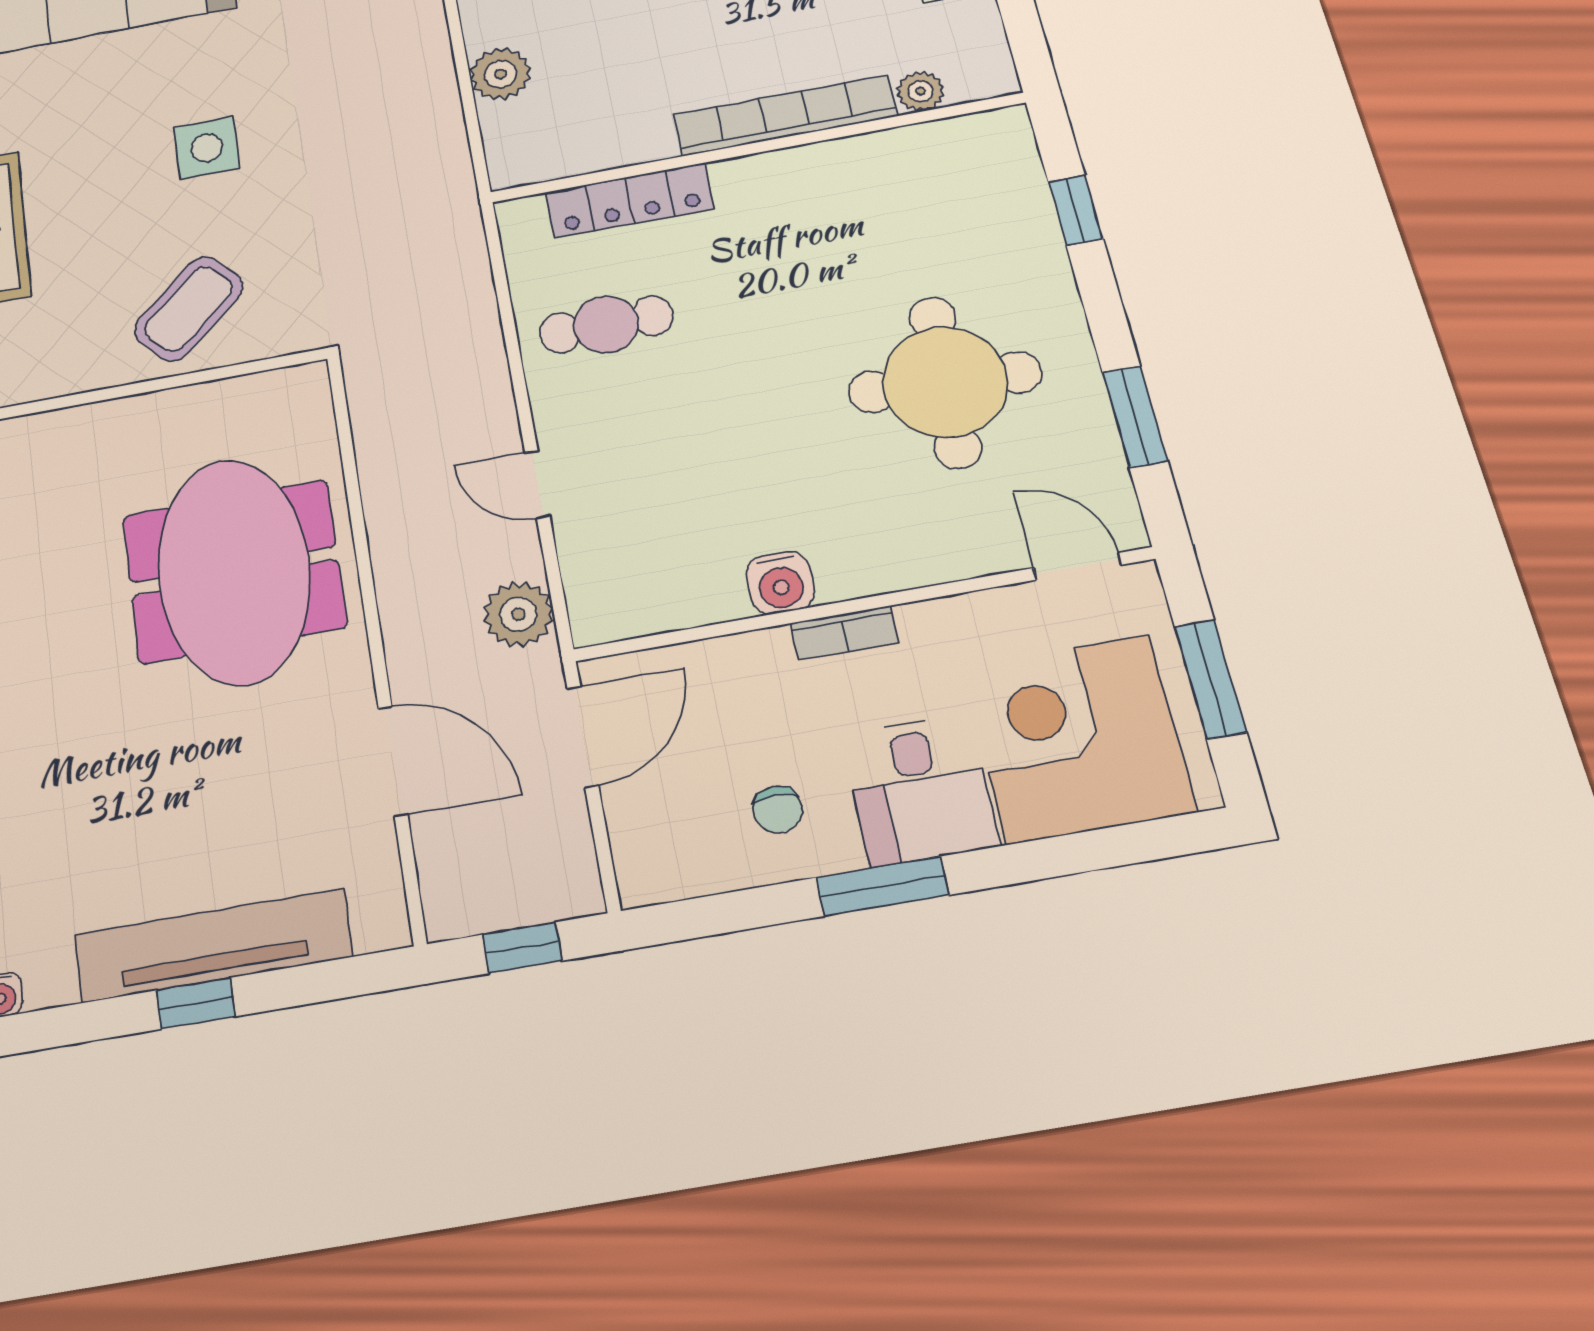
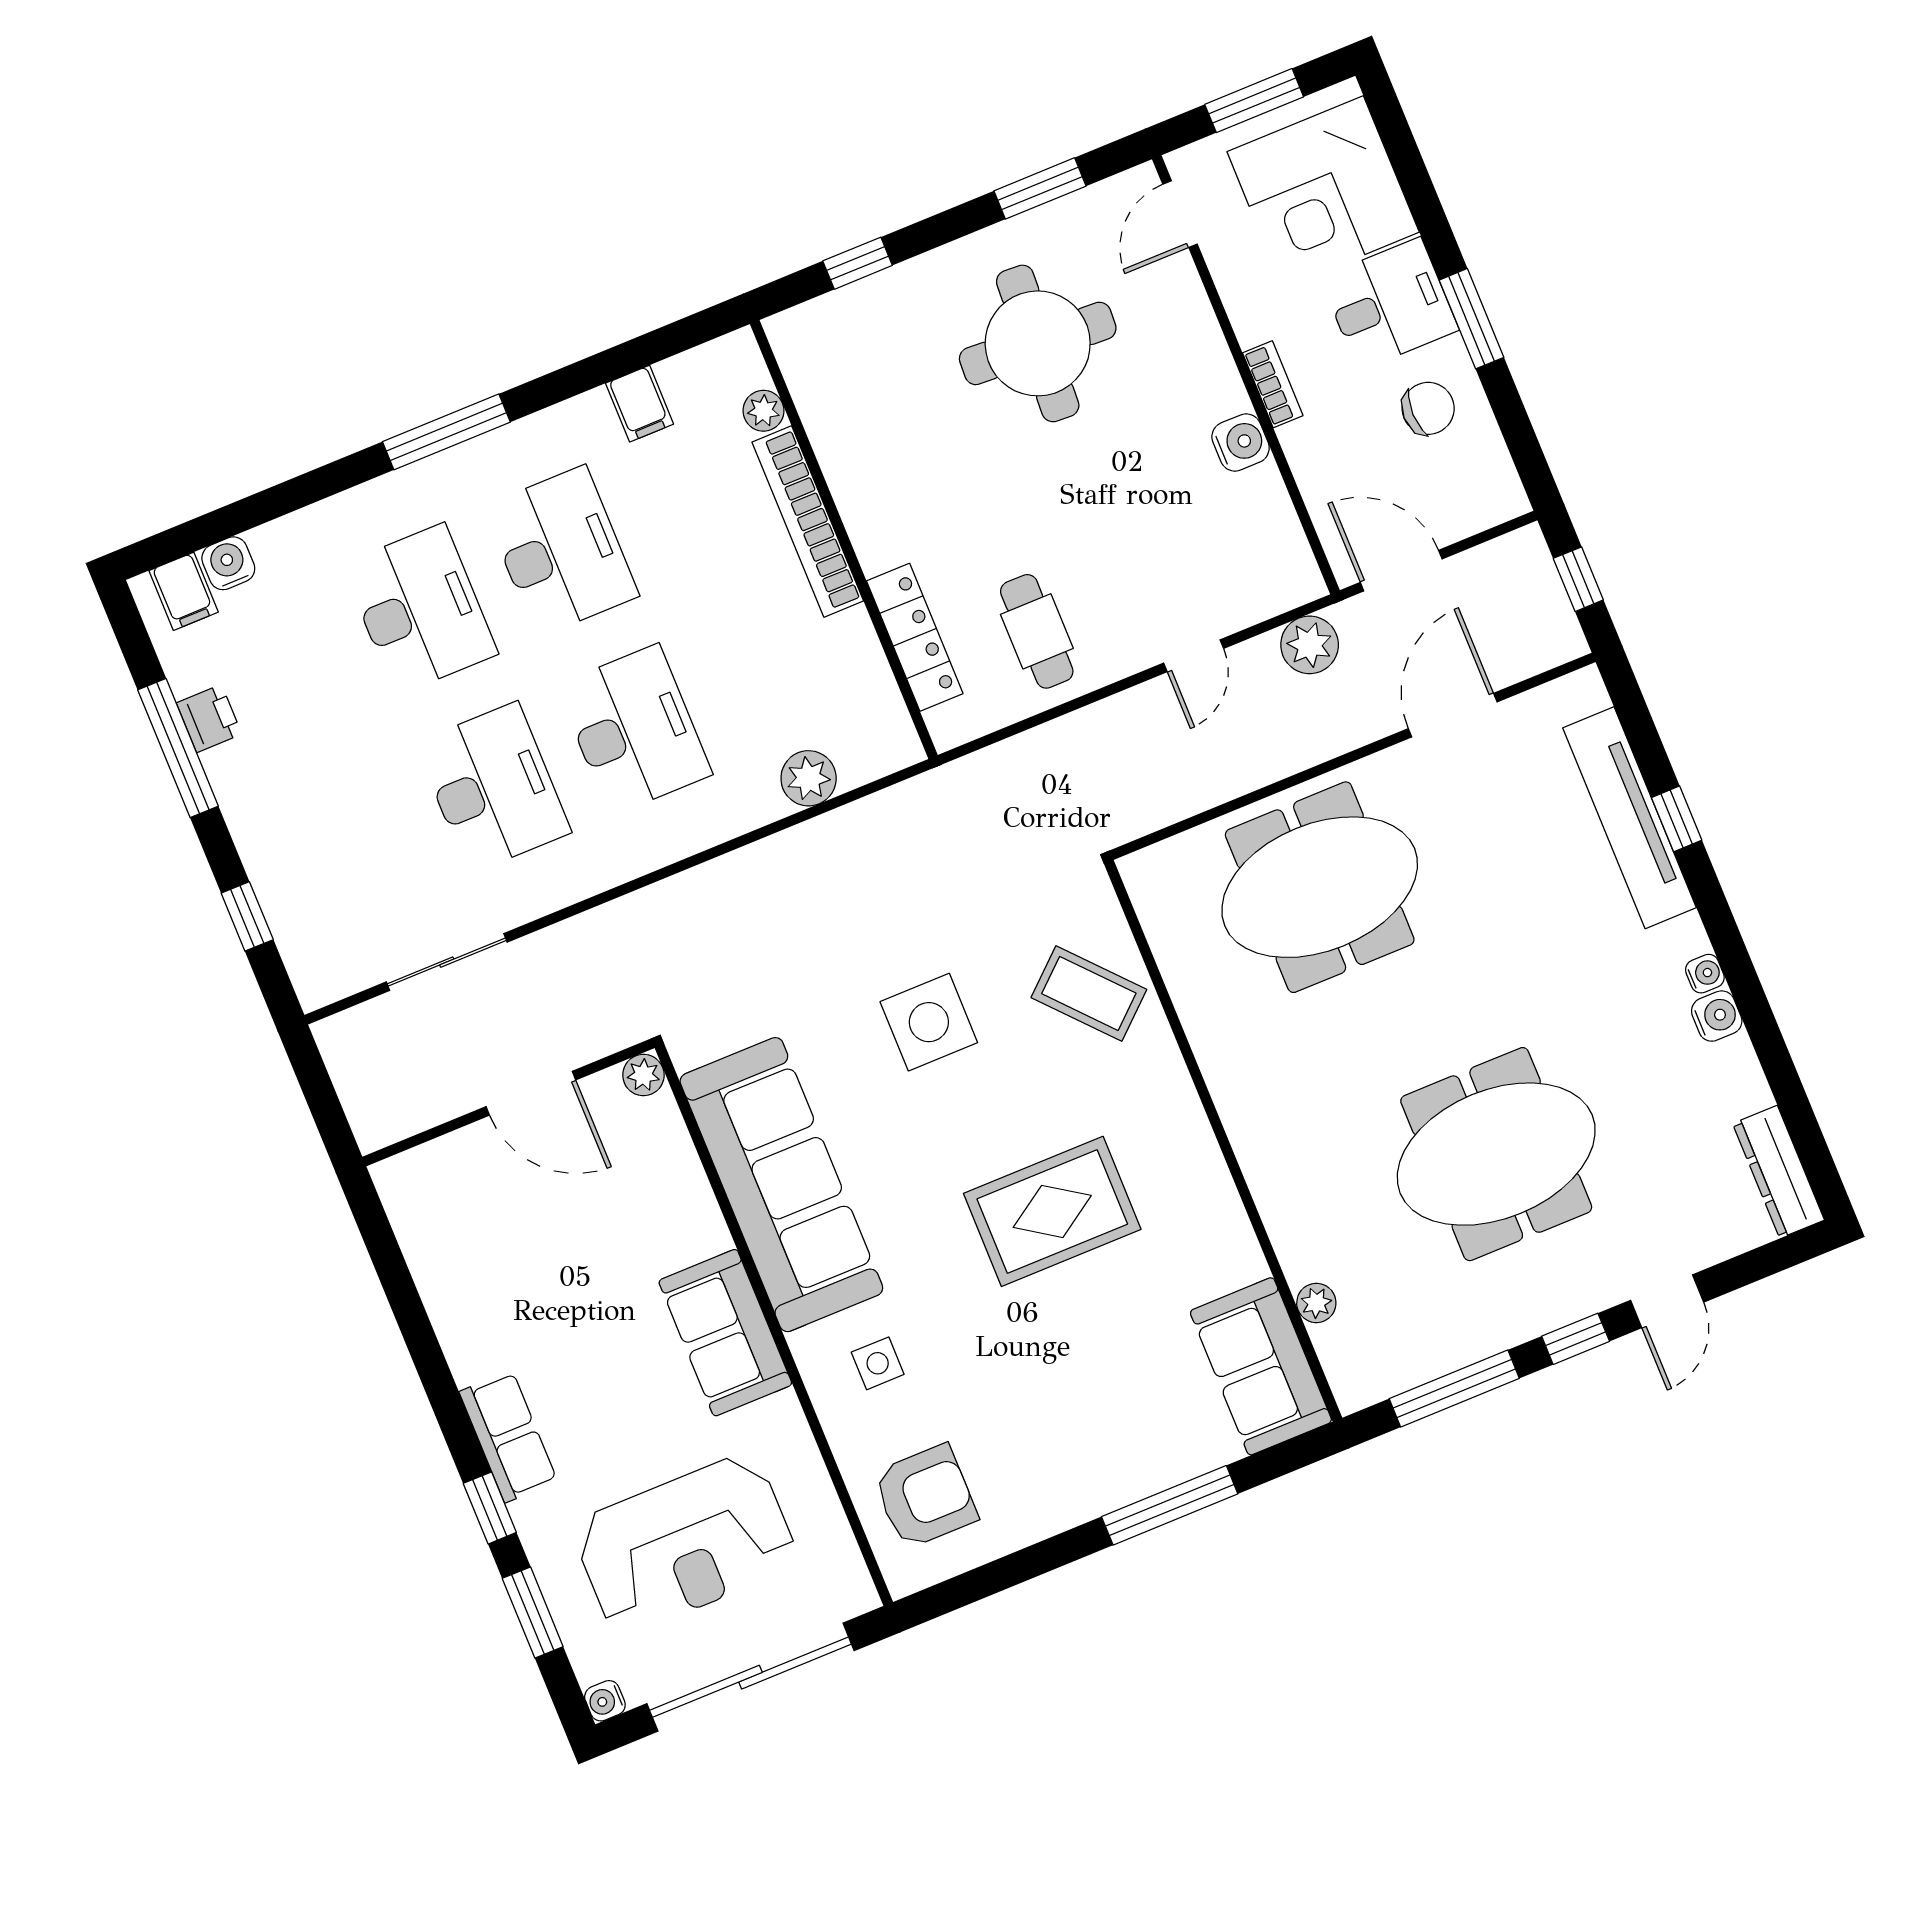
side table: (207, 148) -> (929, 1022), width x1.37, depth x1.37
chair: (778, 810) -> (1428, 408), width x1.37, depth x1.37

